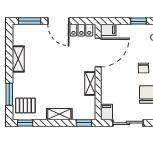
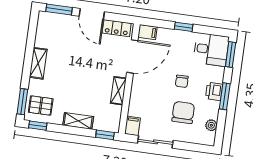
shelving: (18, 59) -> (38, 63), moved
window: (9, 94) -> (22, 102), moved

